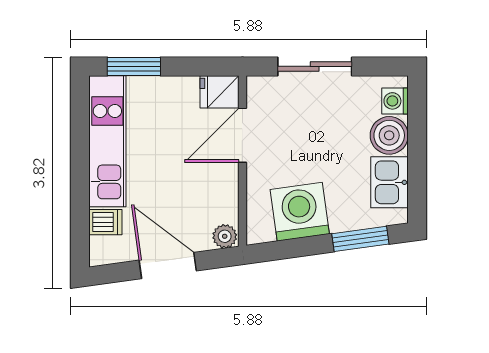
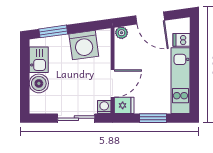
window: (134, 66) -> (153, 118), moved
washing machine: (395, 101) -> (104, 107), moved, turned -90

